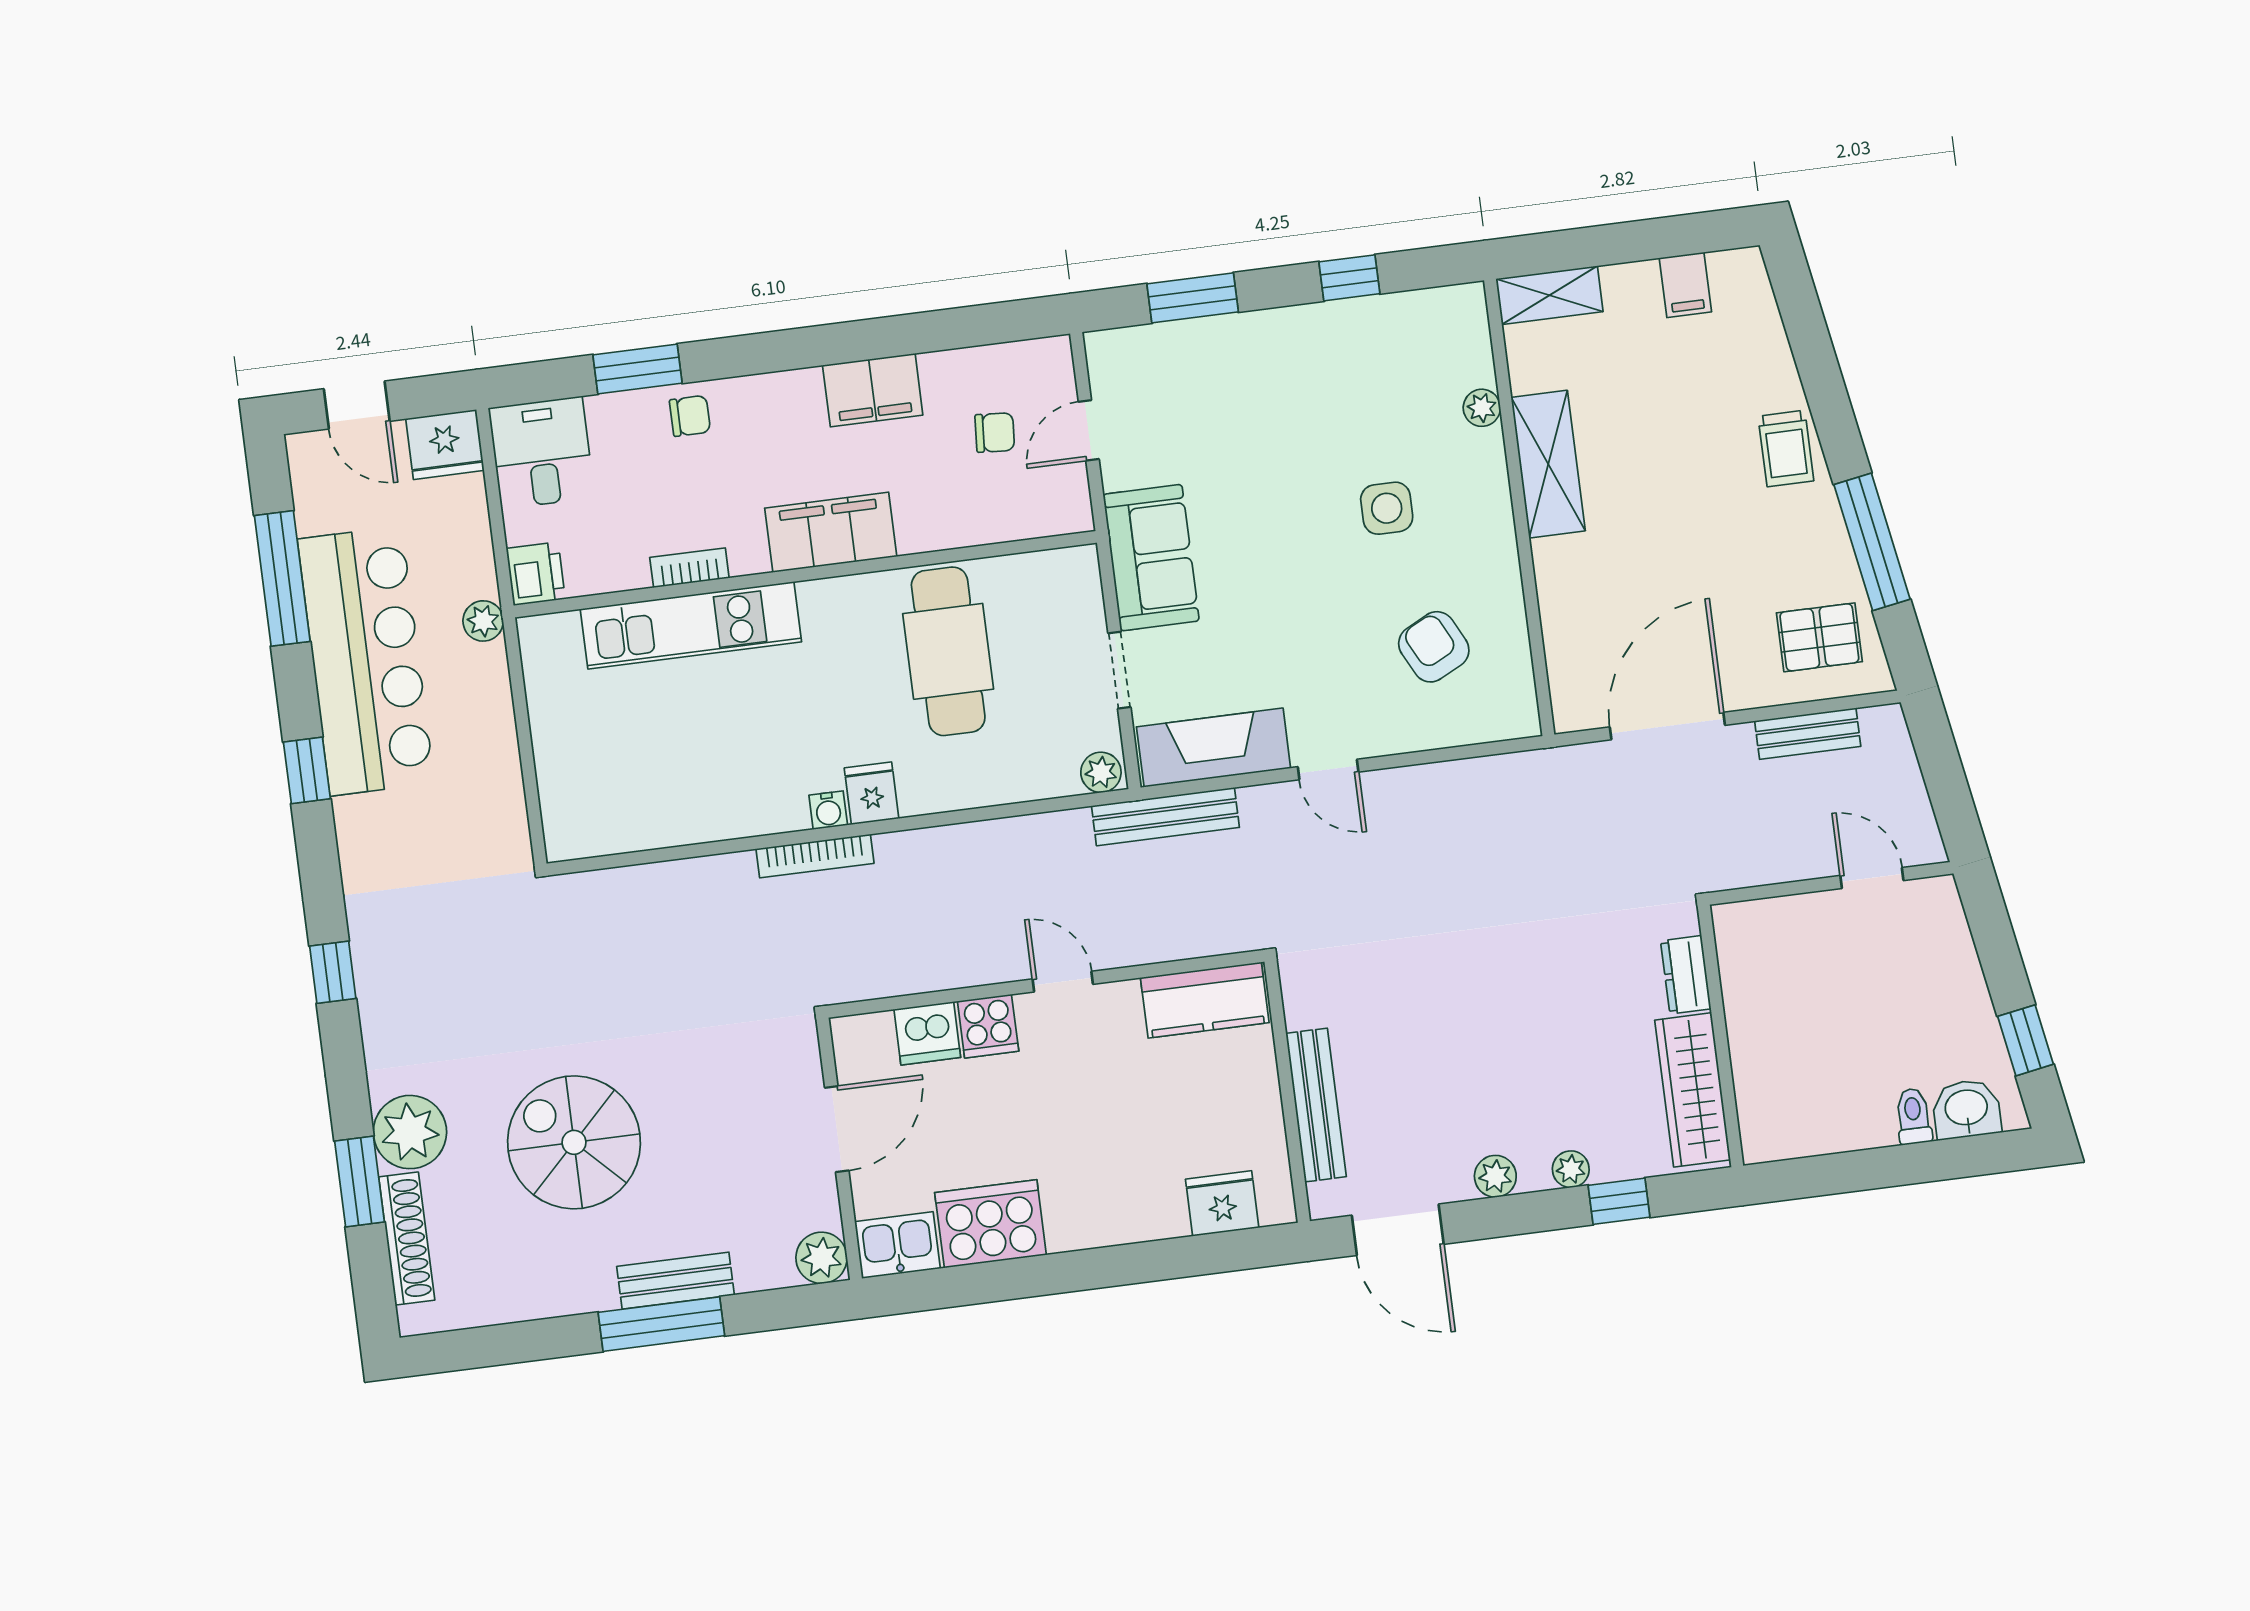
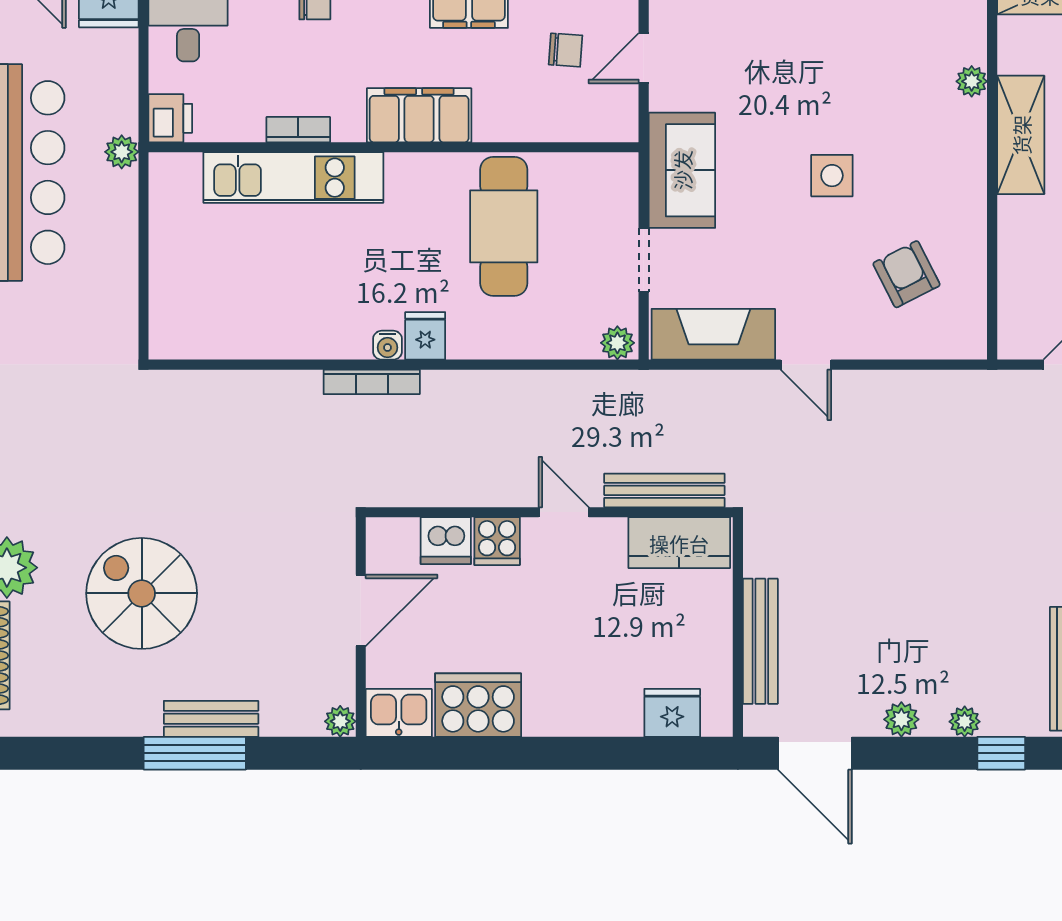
side table: (1387, 508) -> (832, 176), moved
bench: (1165, 817) -> (664, 490), moved
plant: (821, 1258) -> (340, 721), width x0.73, depth x0.73

